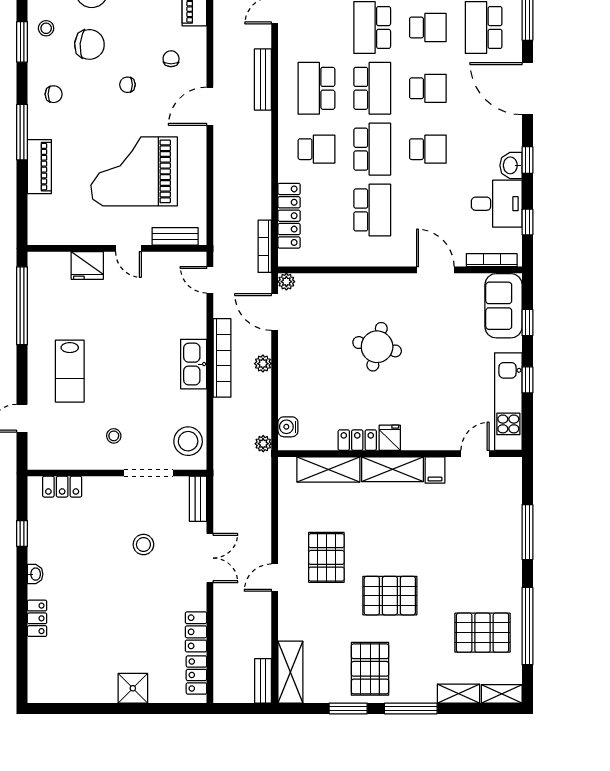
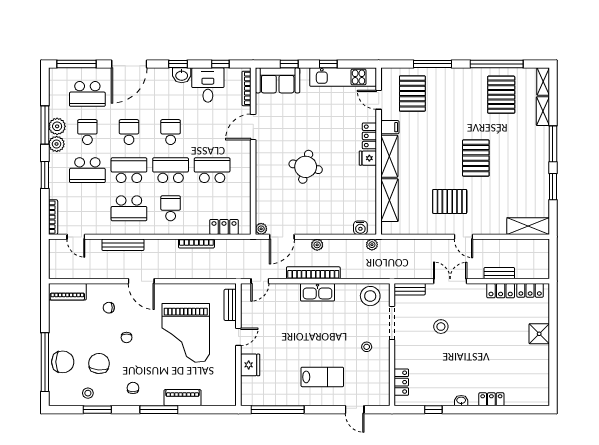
locker: (289, 216) -> (224, 227), width x0.66
bookcase: (265, 246) -> (196, 244), moved
locker: (357, 440) -> (369, 136), moved
pallet: (370, 669) -> (412, 94), moved, turned 90
bench: (263, 681) -> (499, 273), moved

